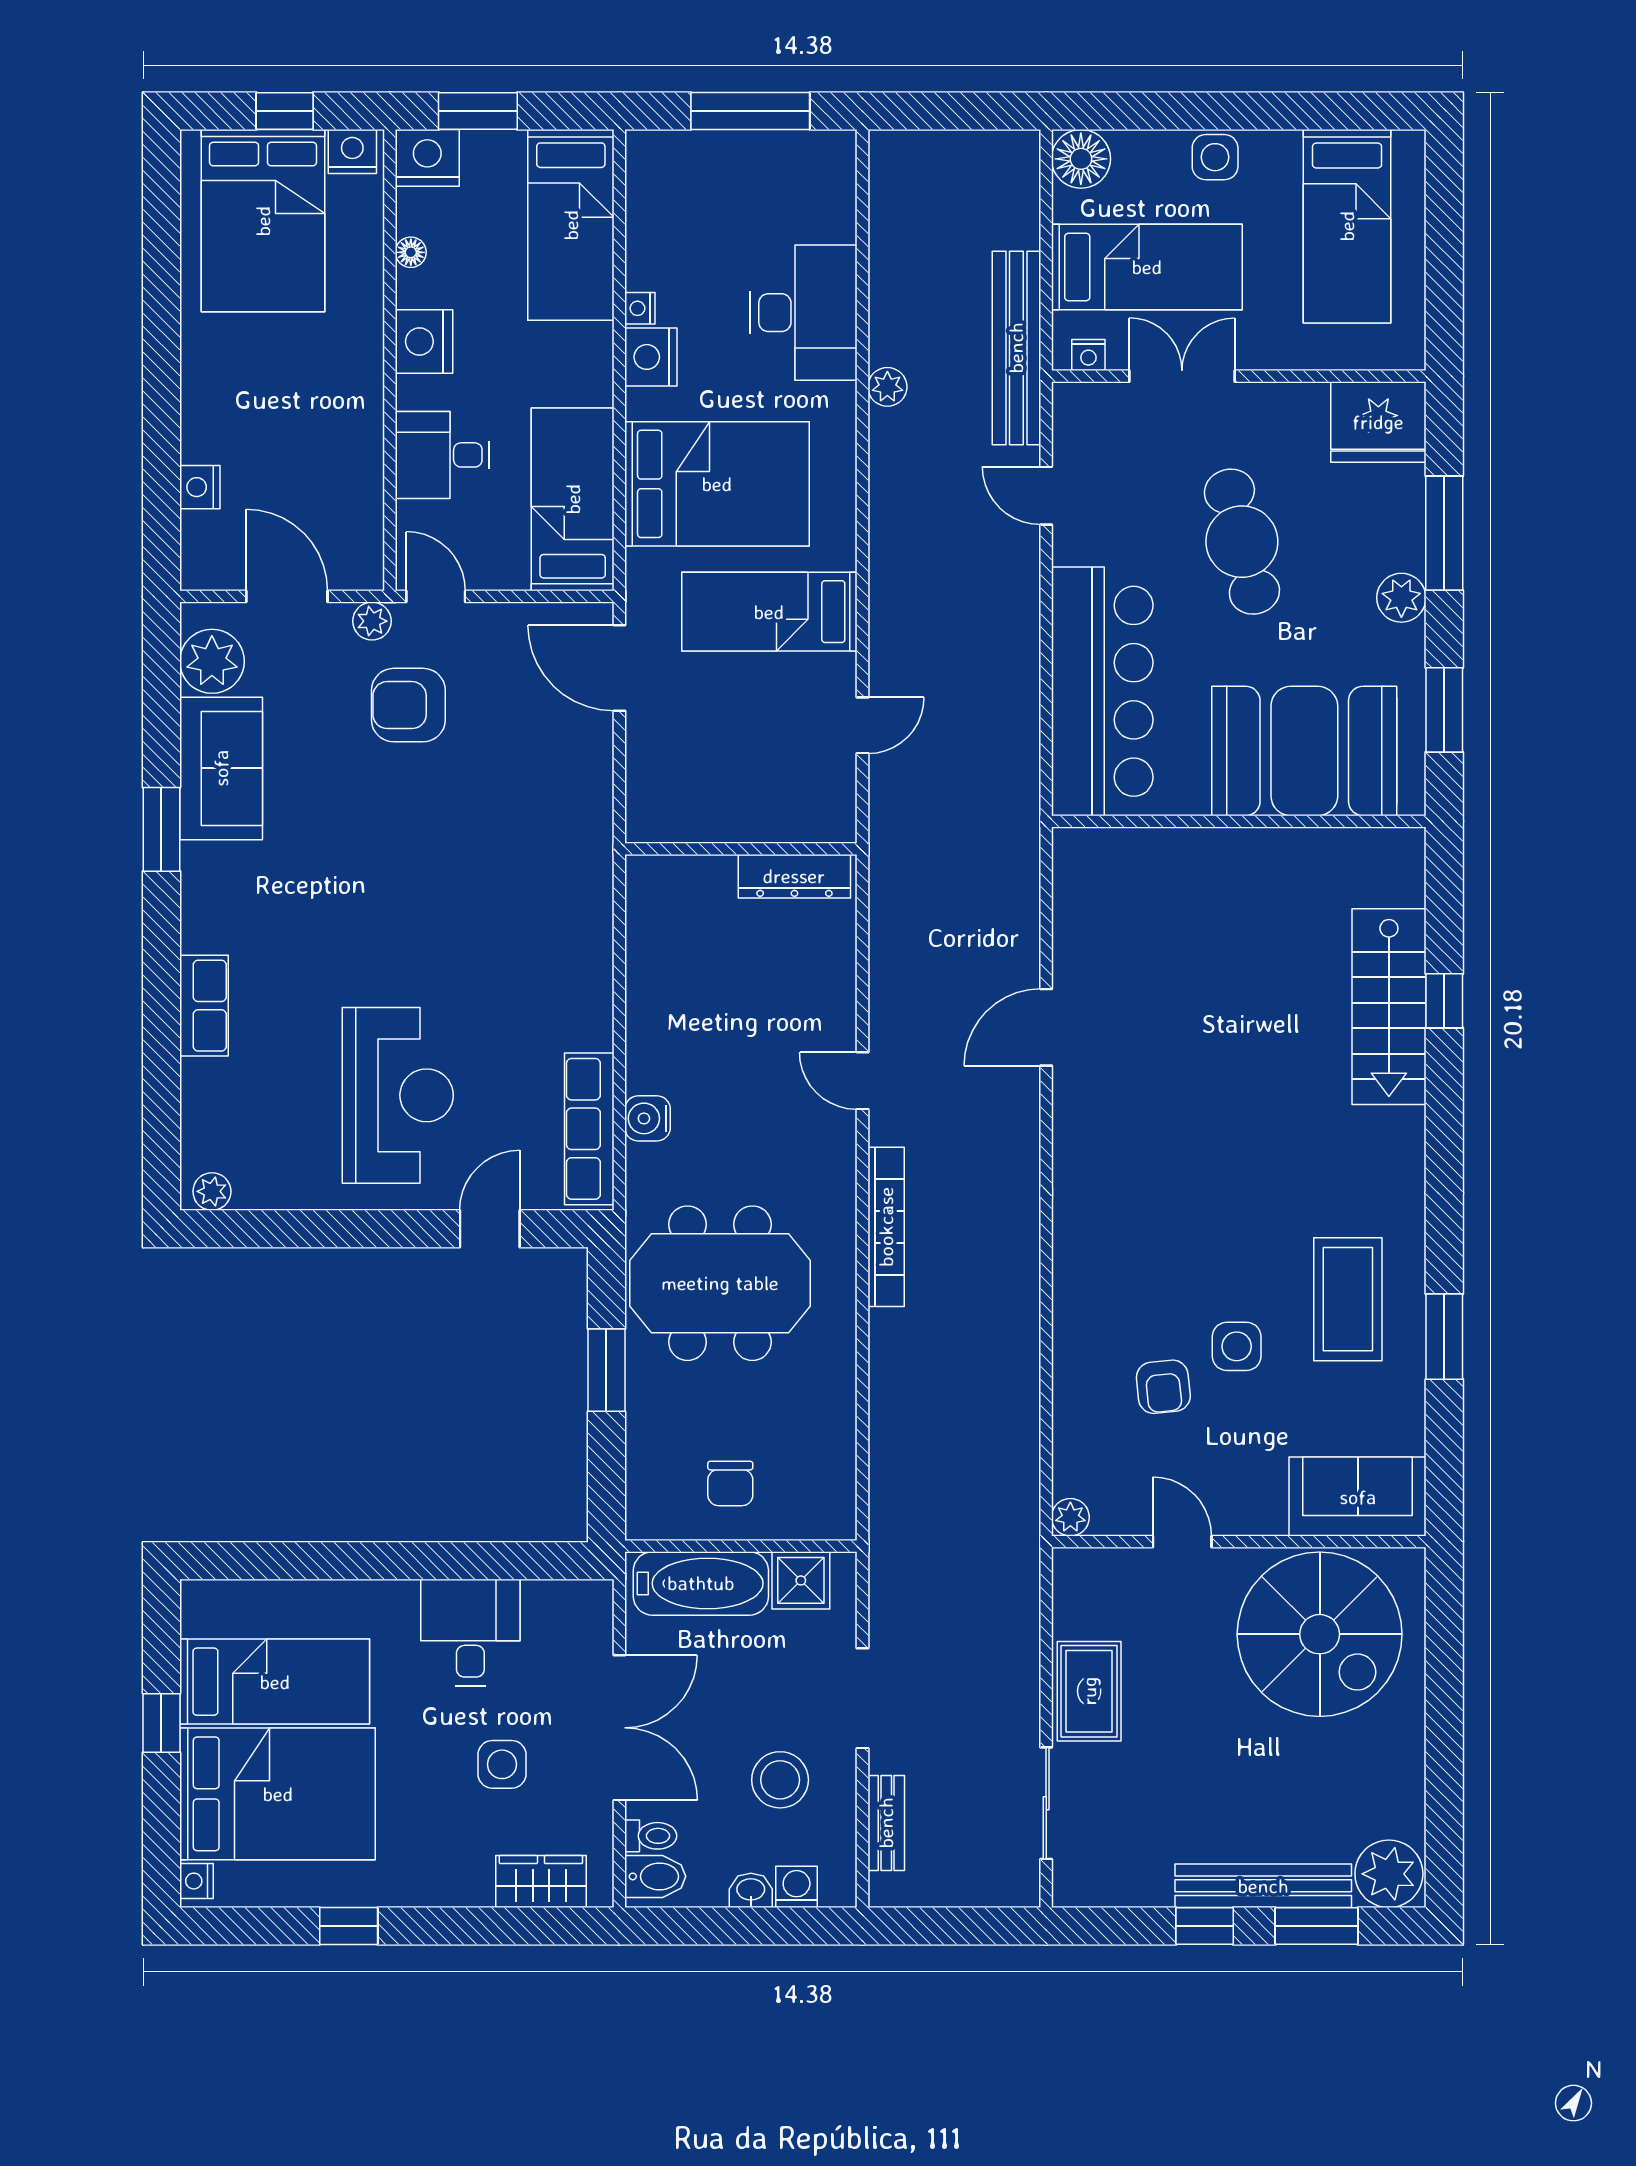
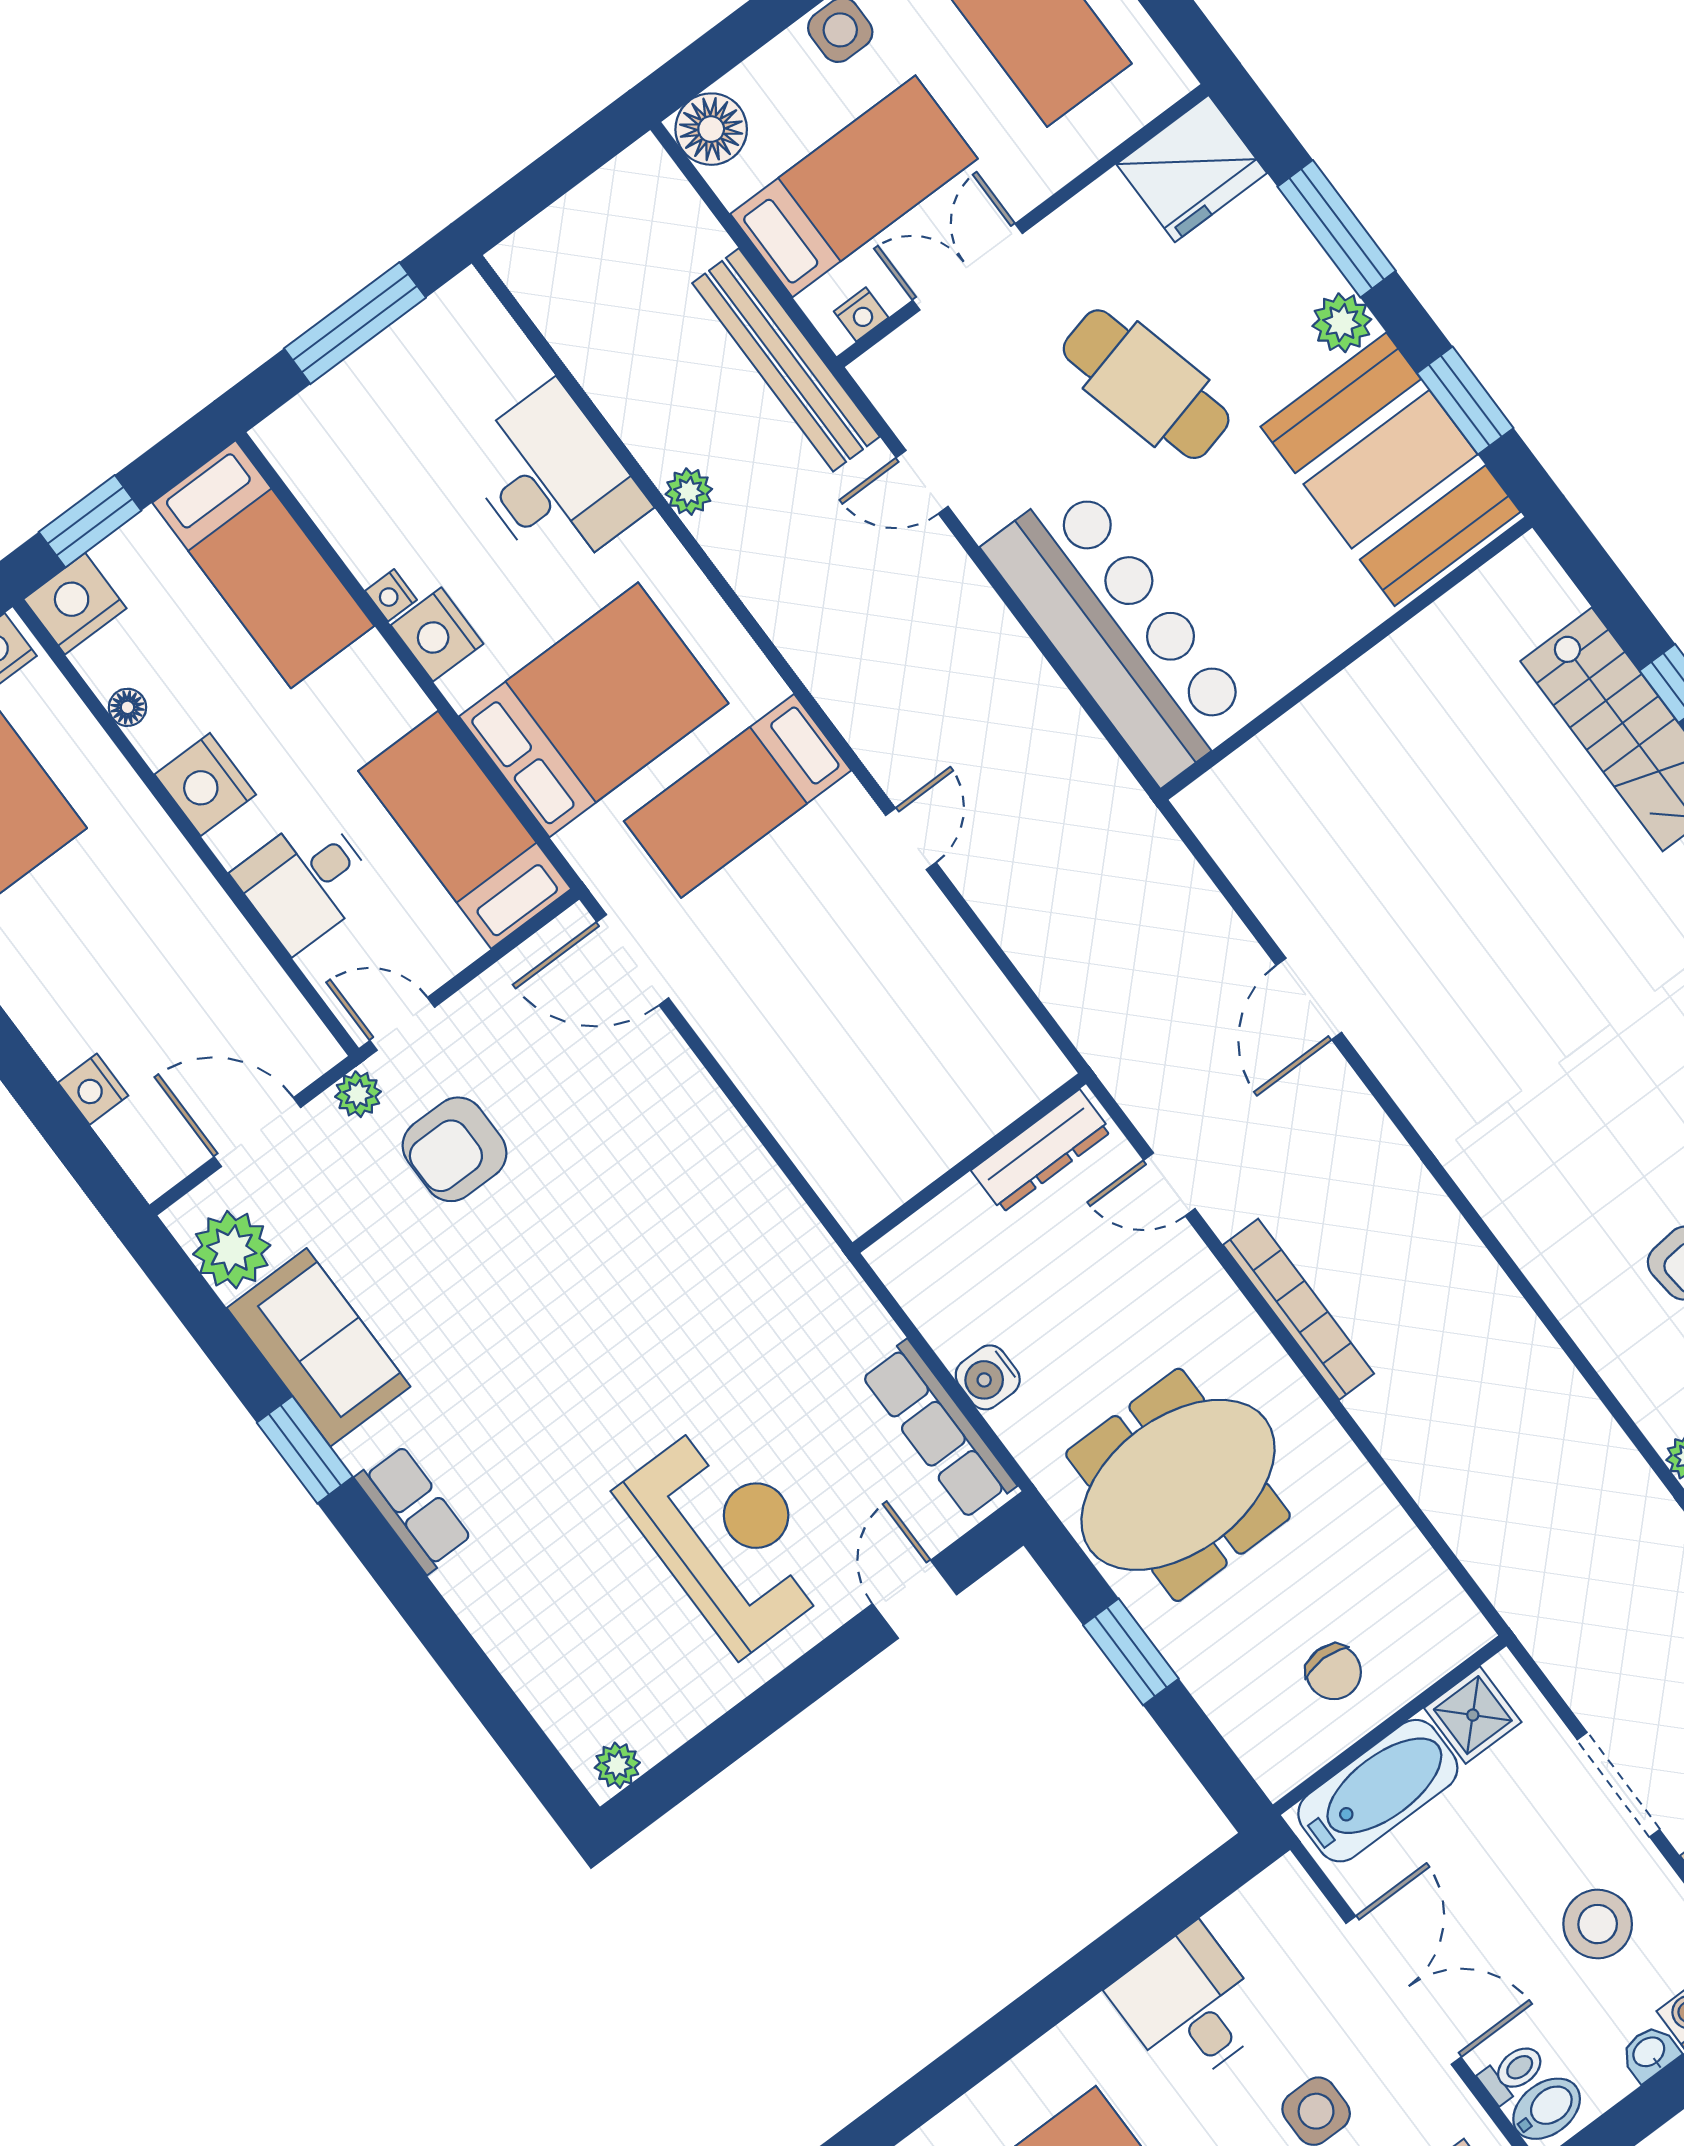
booth: (1304, 751) -> (1390, 469), moved, turned 90
wall: (741, 849) -> (969, 1163), moved
dresser: (794, 876) -> (1041, 1151), moved
row of seats: (204, 1006) -> (414, 1509), moved

